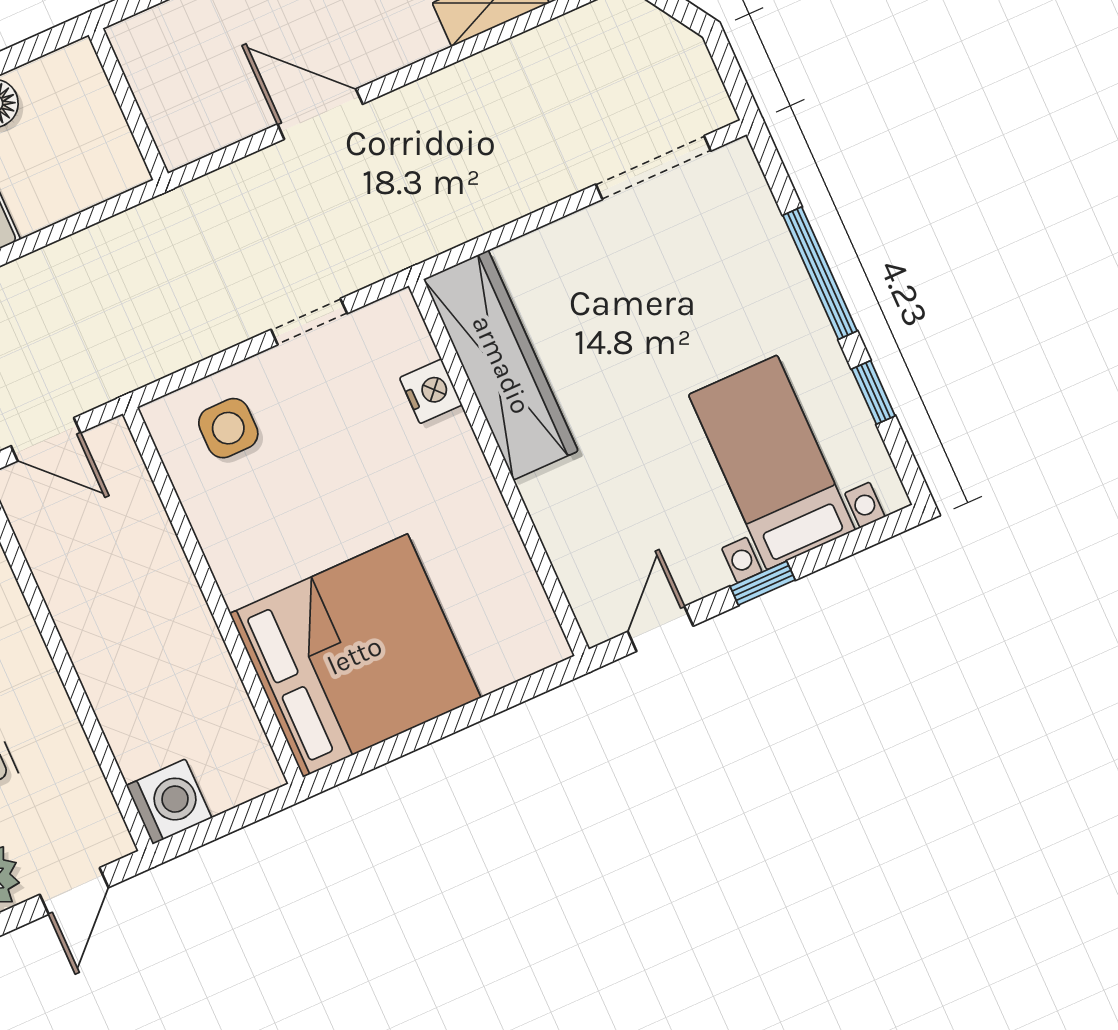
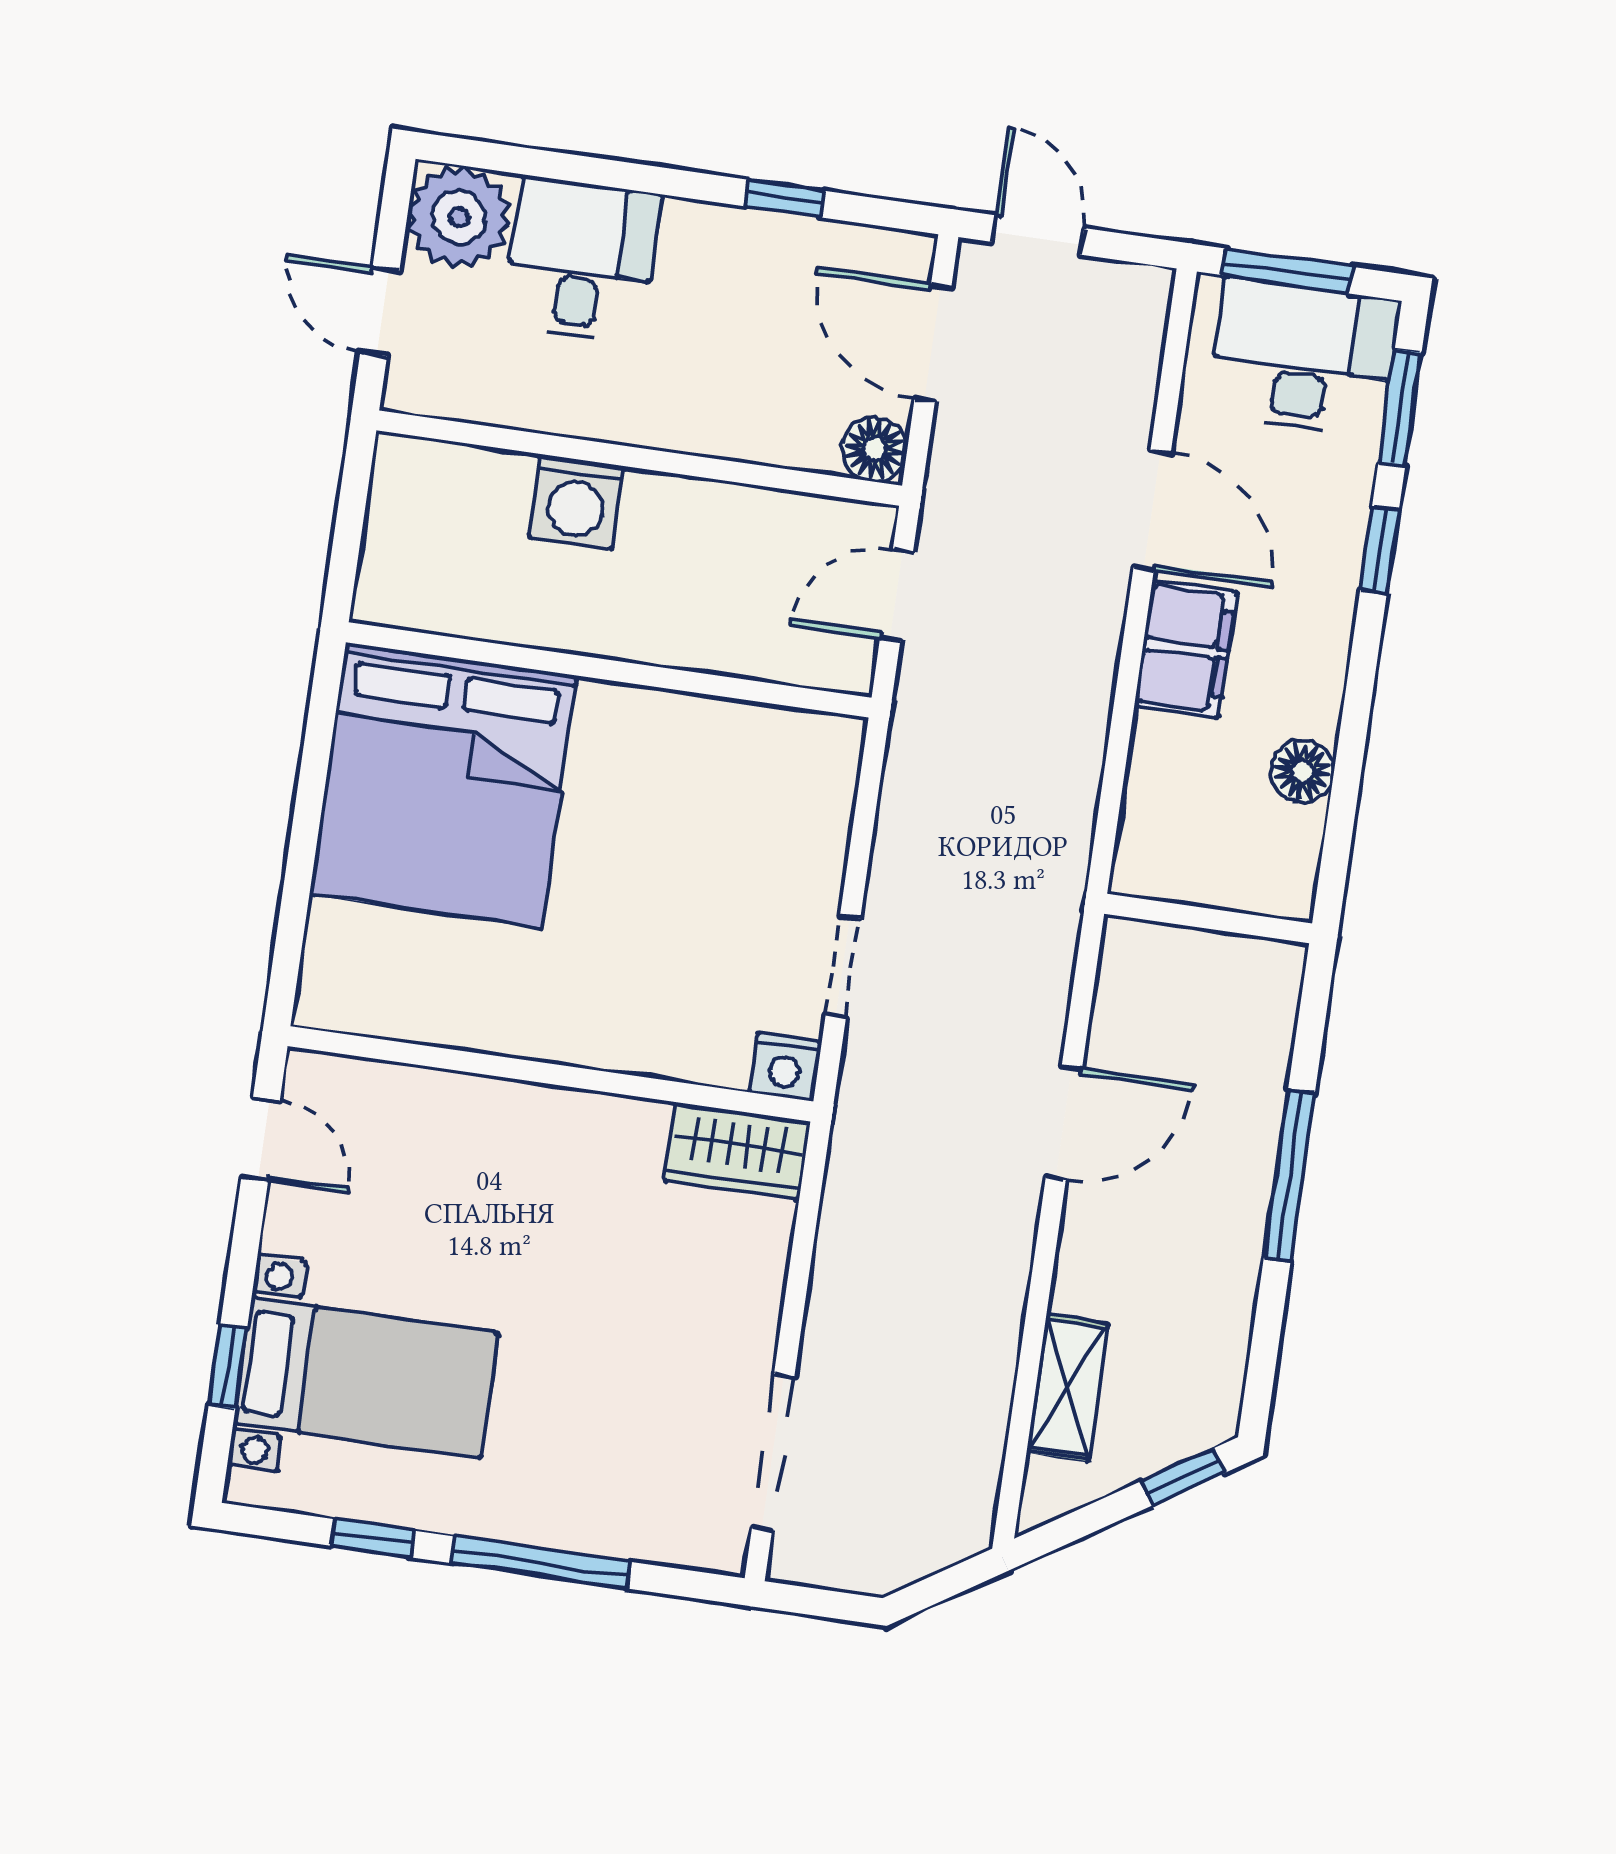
wardrobe: (501, 365) -> (737, 1151), width x0.48, depth x0.85
nightstand: (431, 391) -> (785, 1067), moved
side table: (228, 428) -> (782, 803), removed
window: (763, 583) -> (228, 1367), moved
washing machine: (169, 802) -> (576, 502), moved

